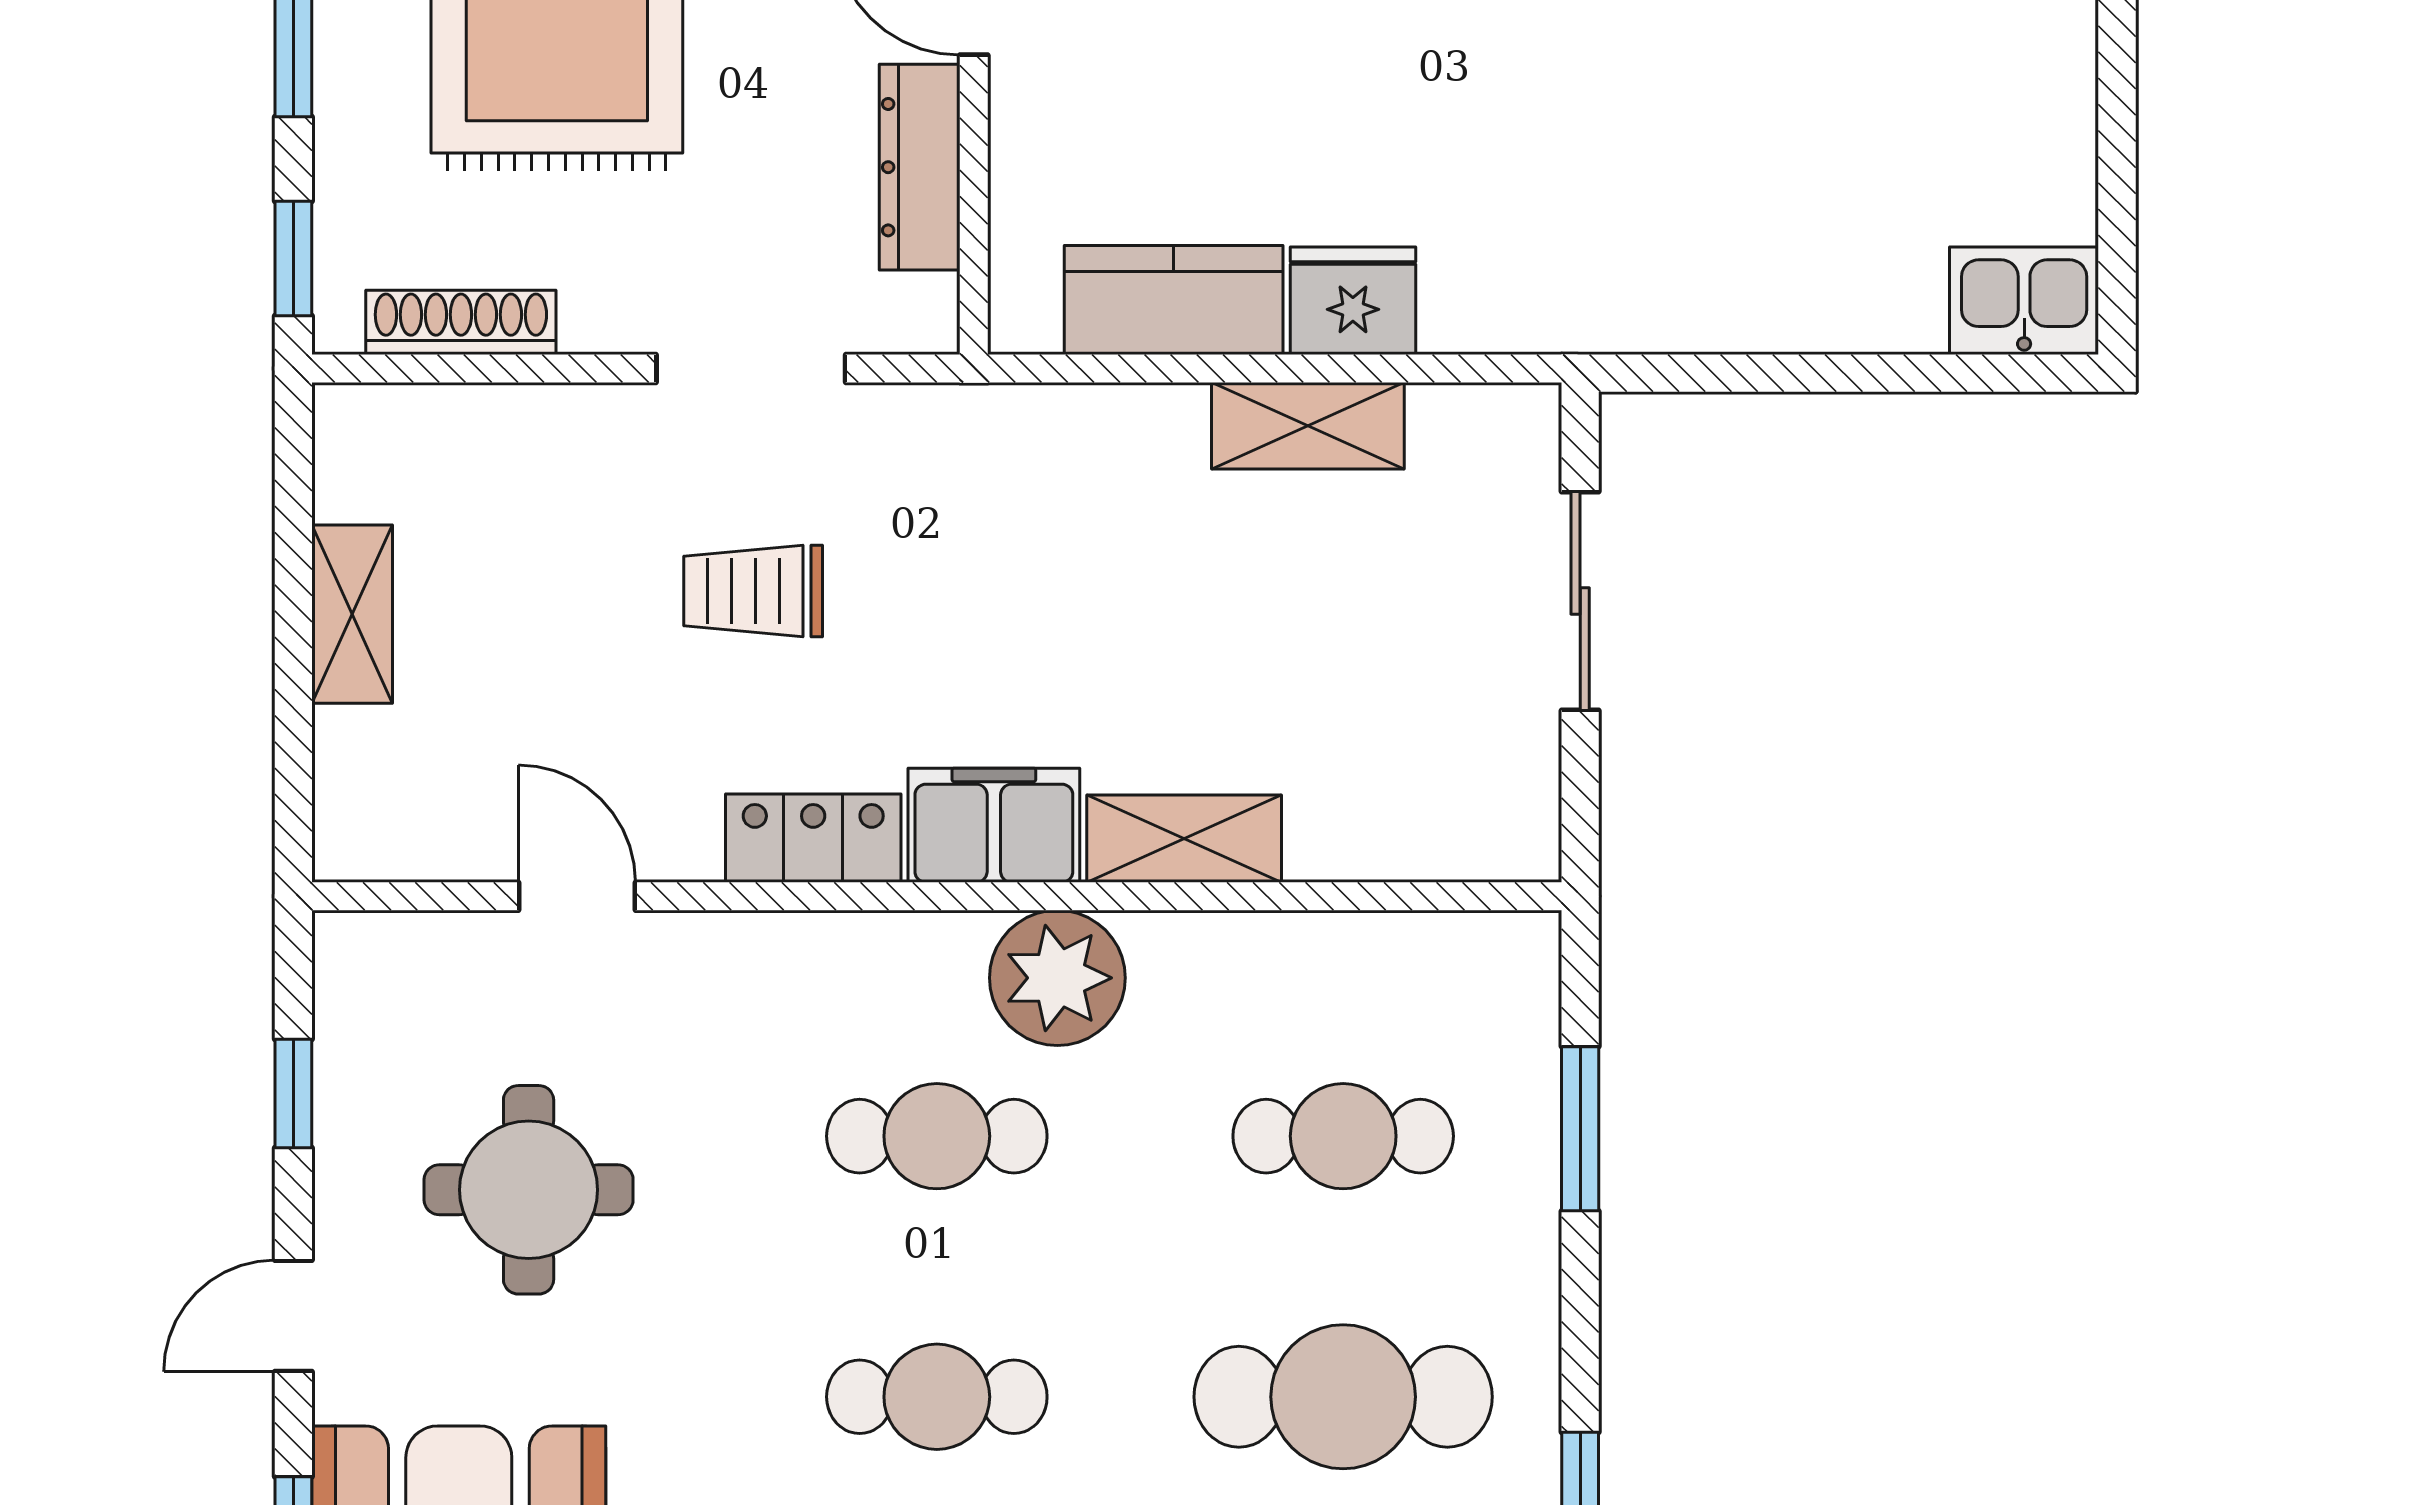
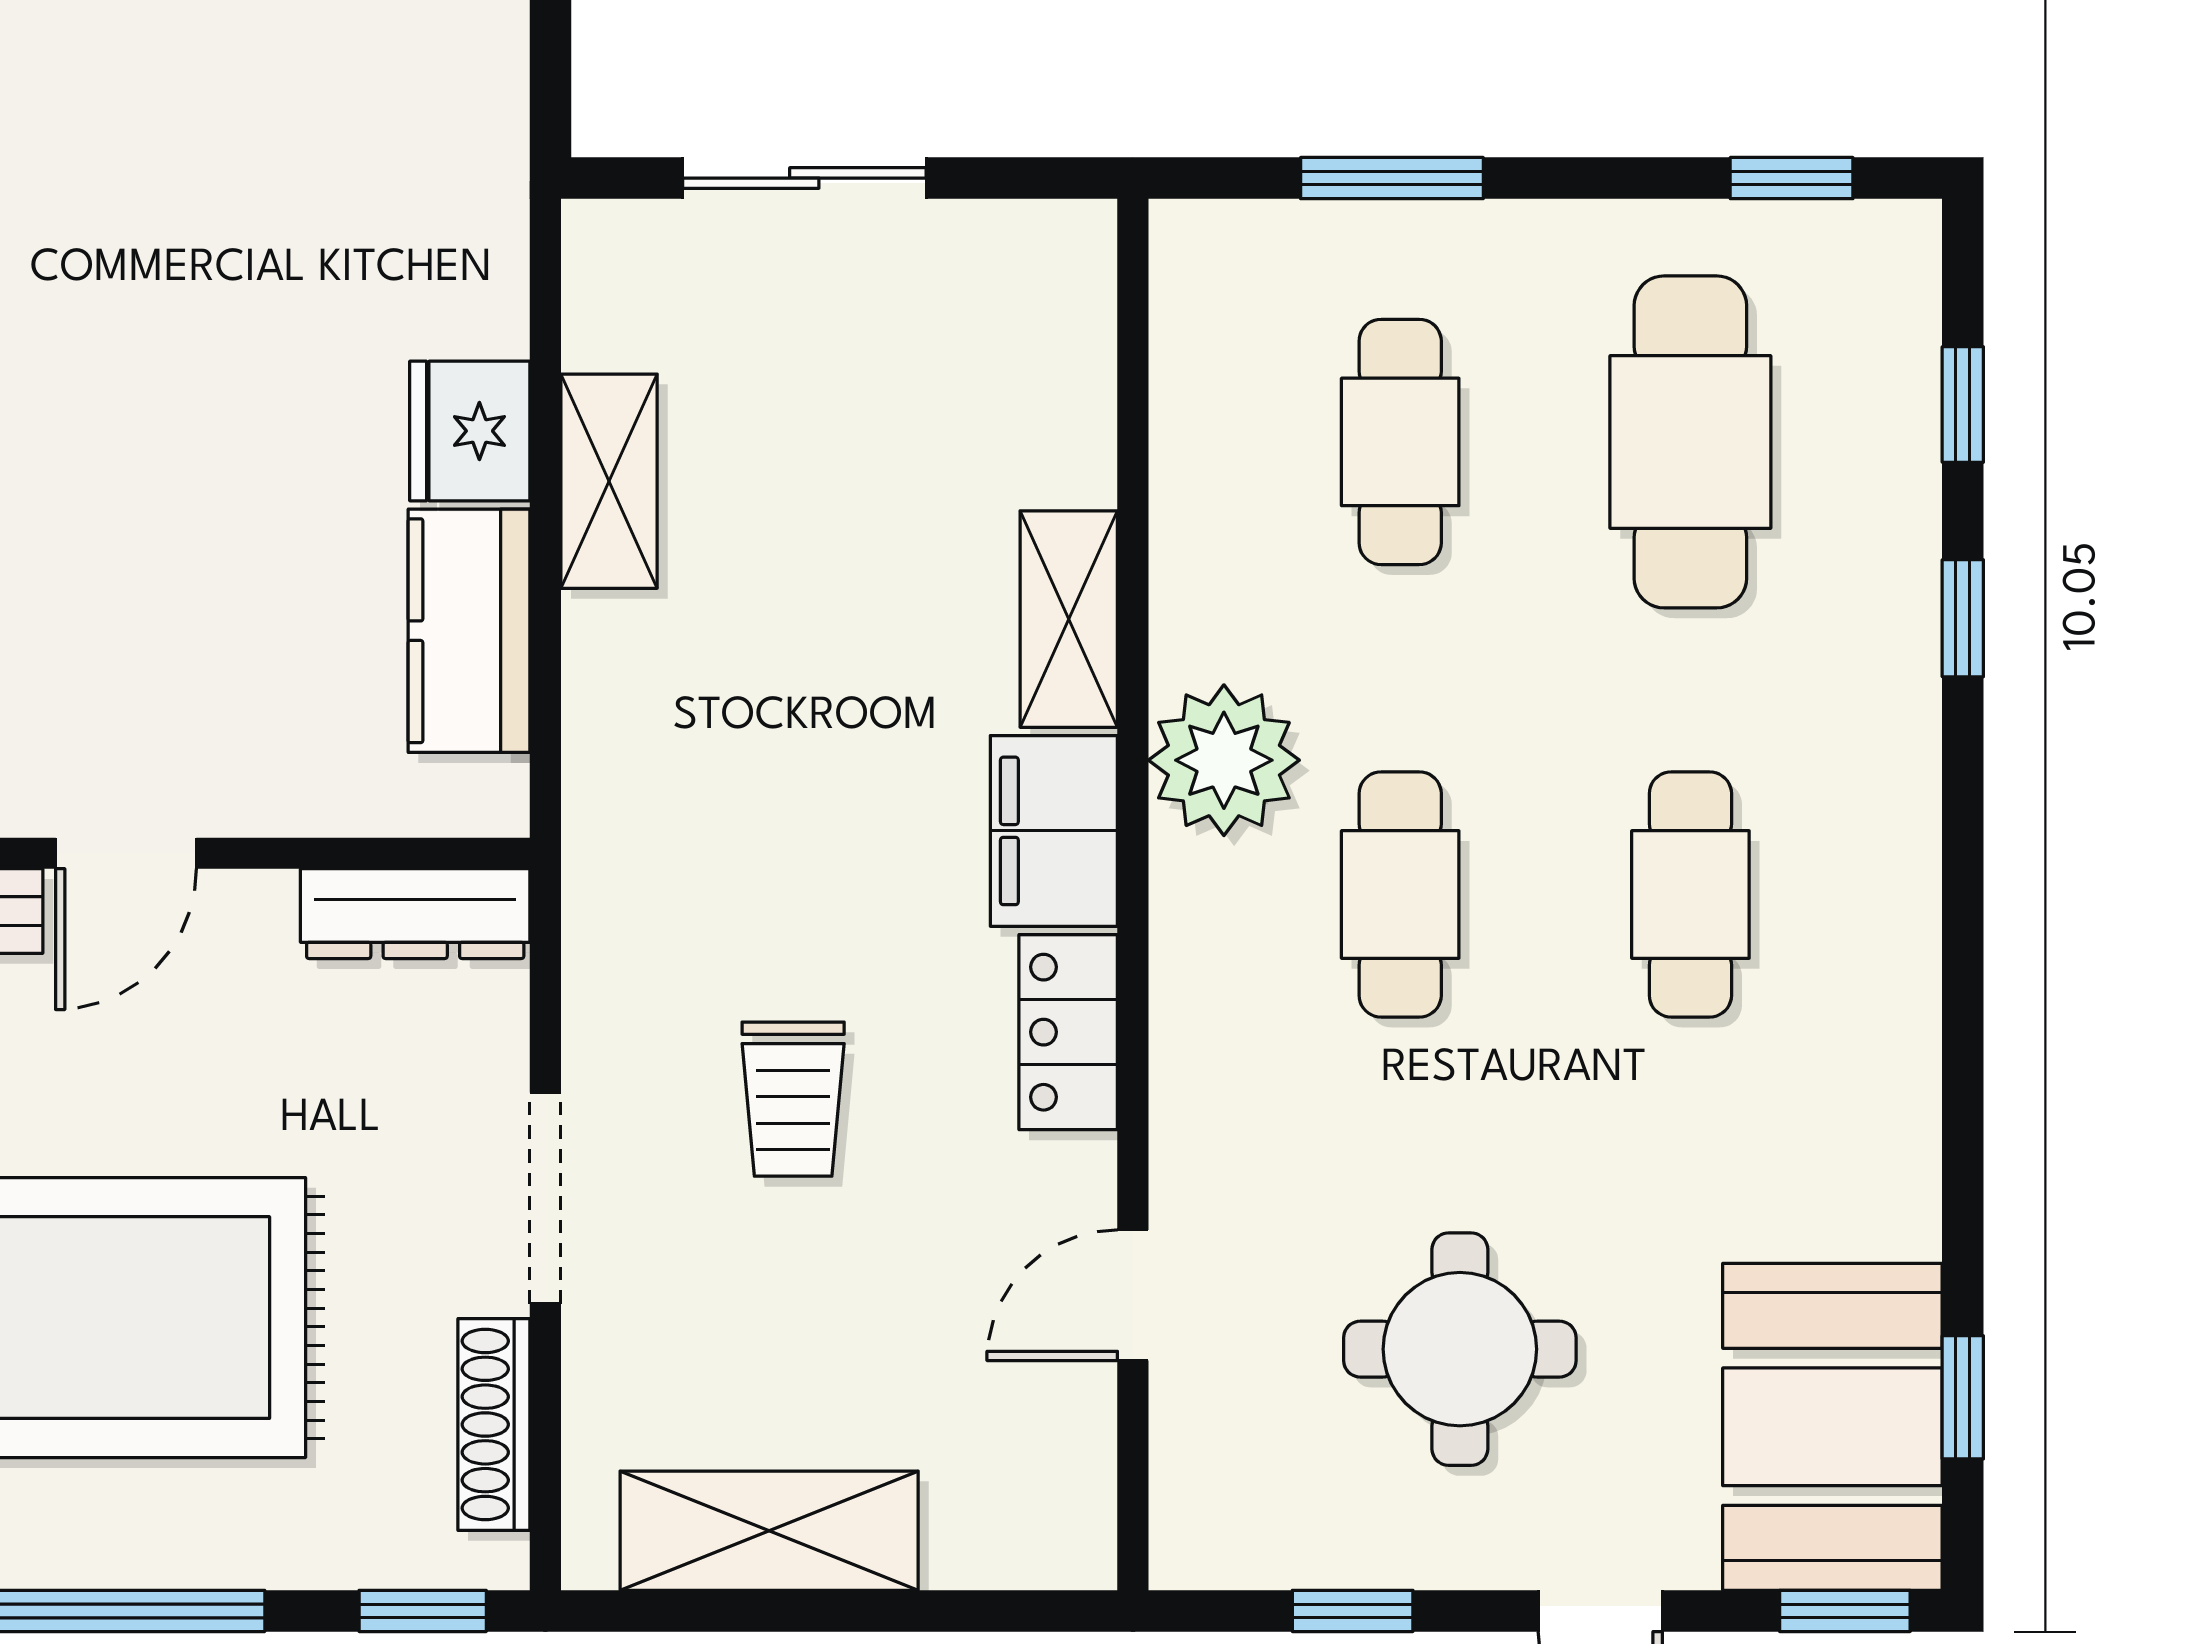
dresser: (920, 167) -> (415, 914), moved
doorway: (751, 369) -> (545, 1198), moved
shelving: (352, 614) -> (769, 1531), width x1.50, depth x1.33

